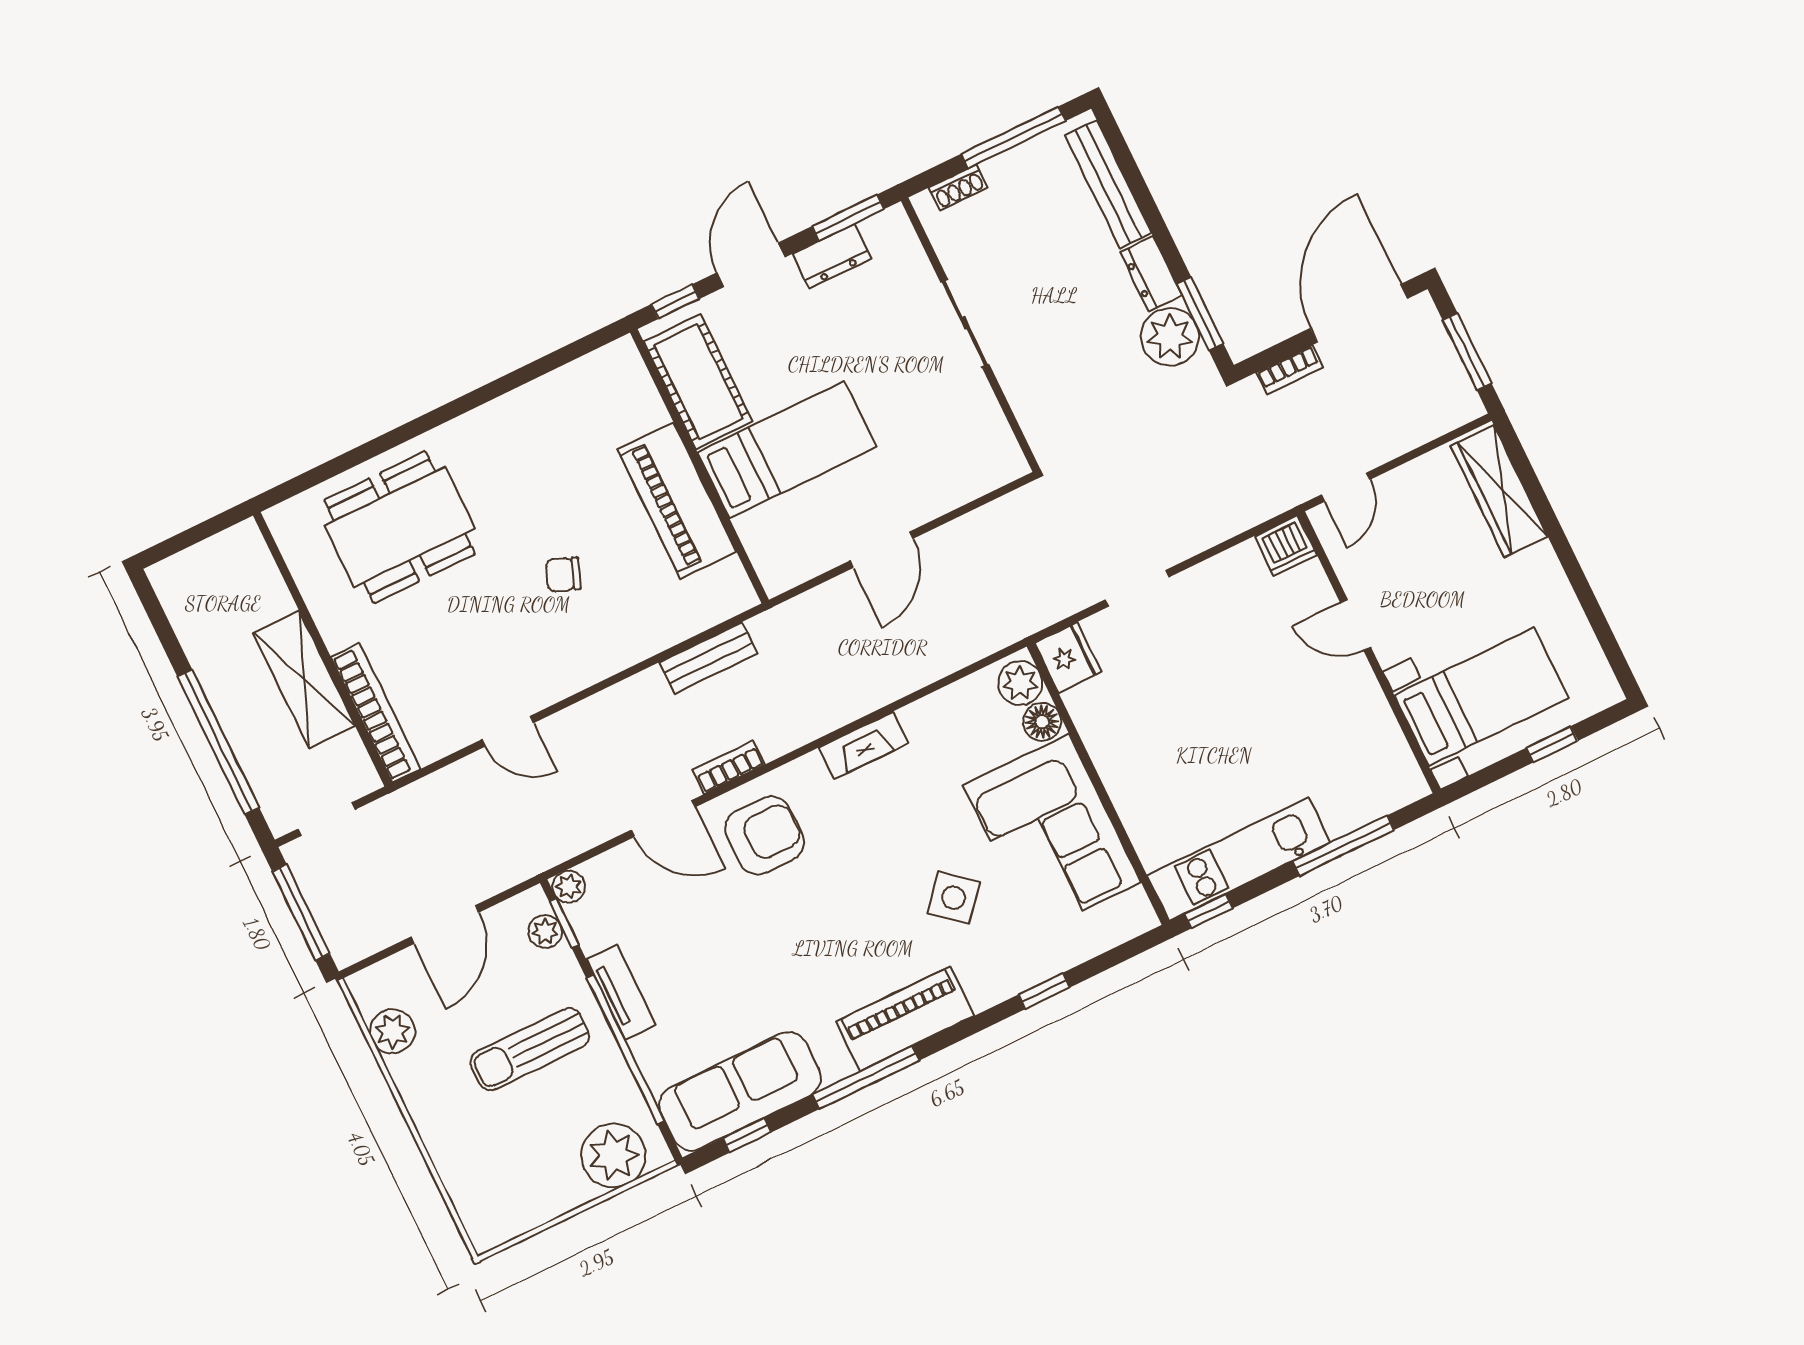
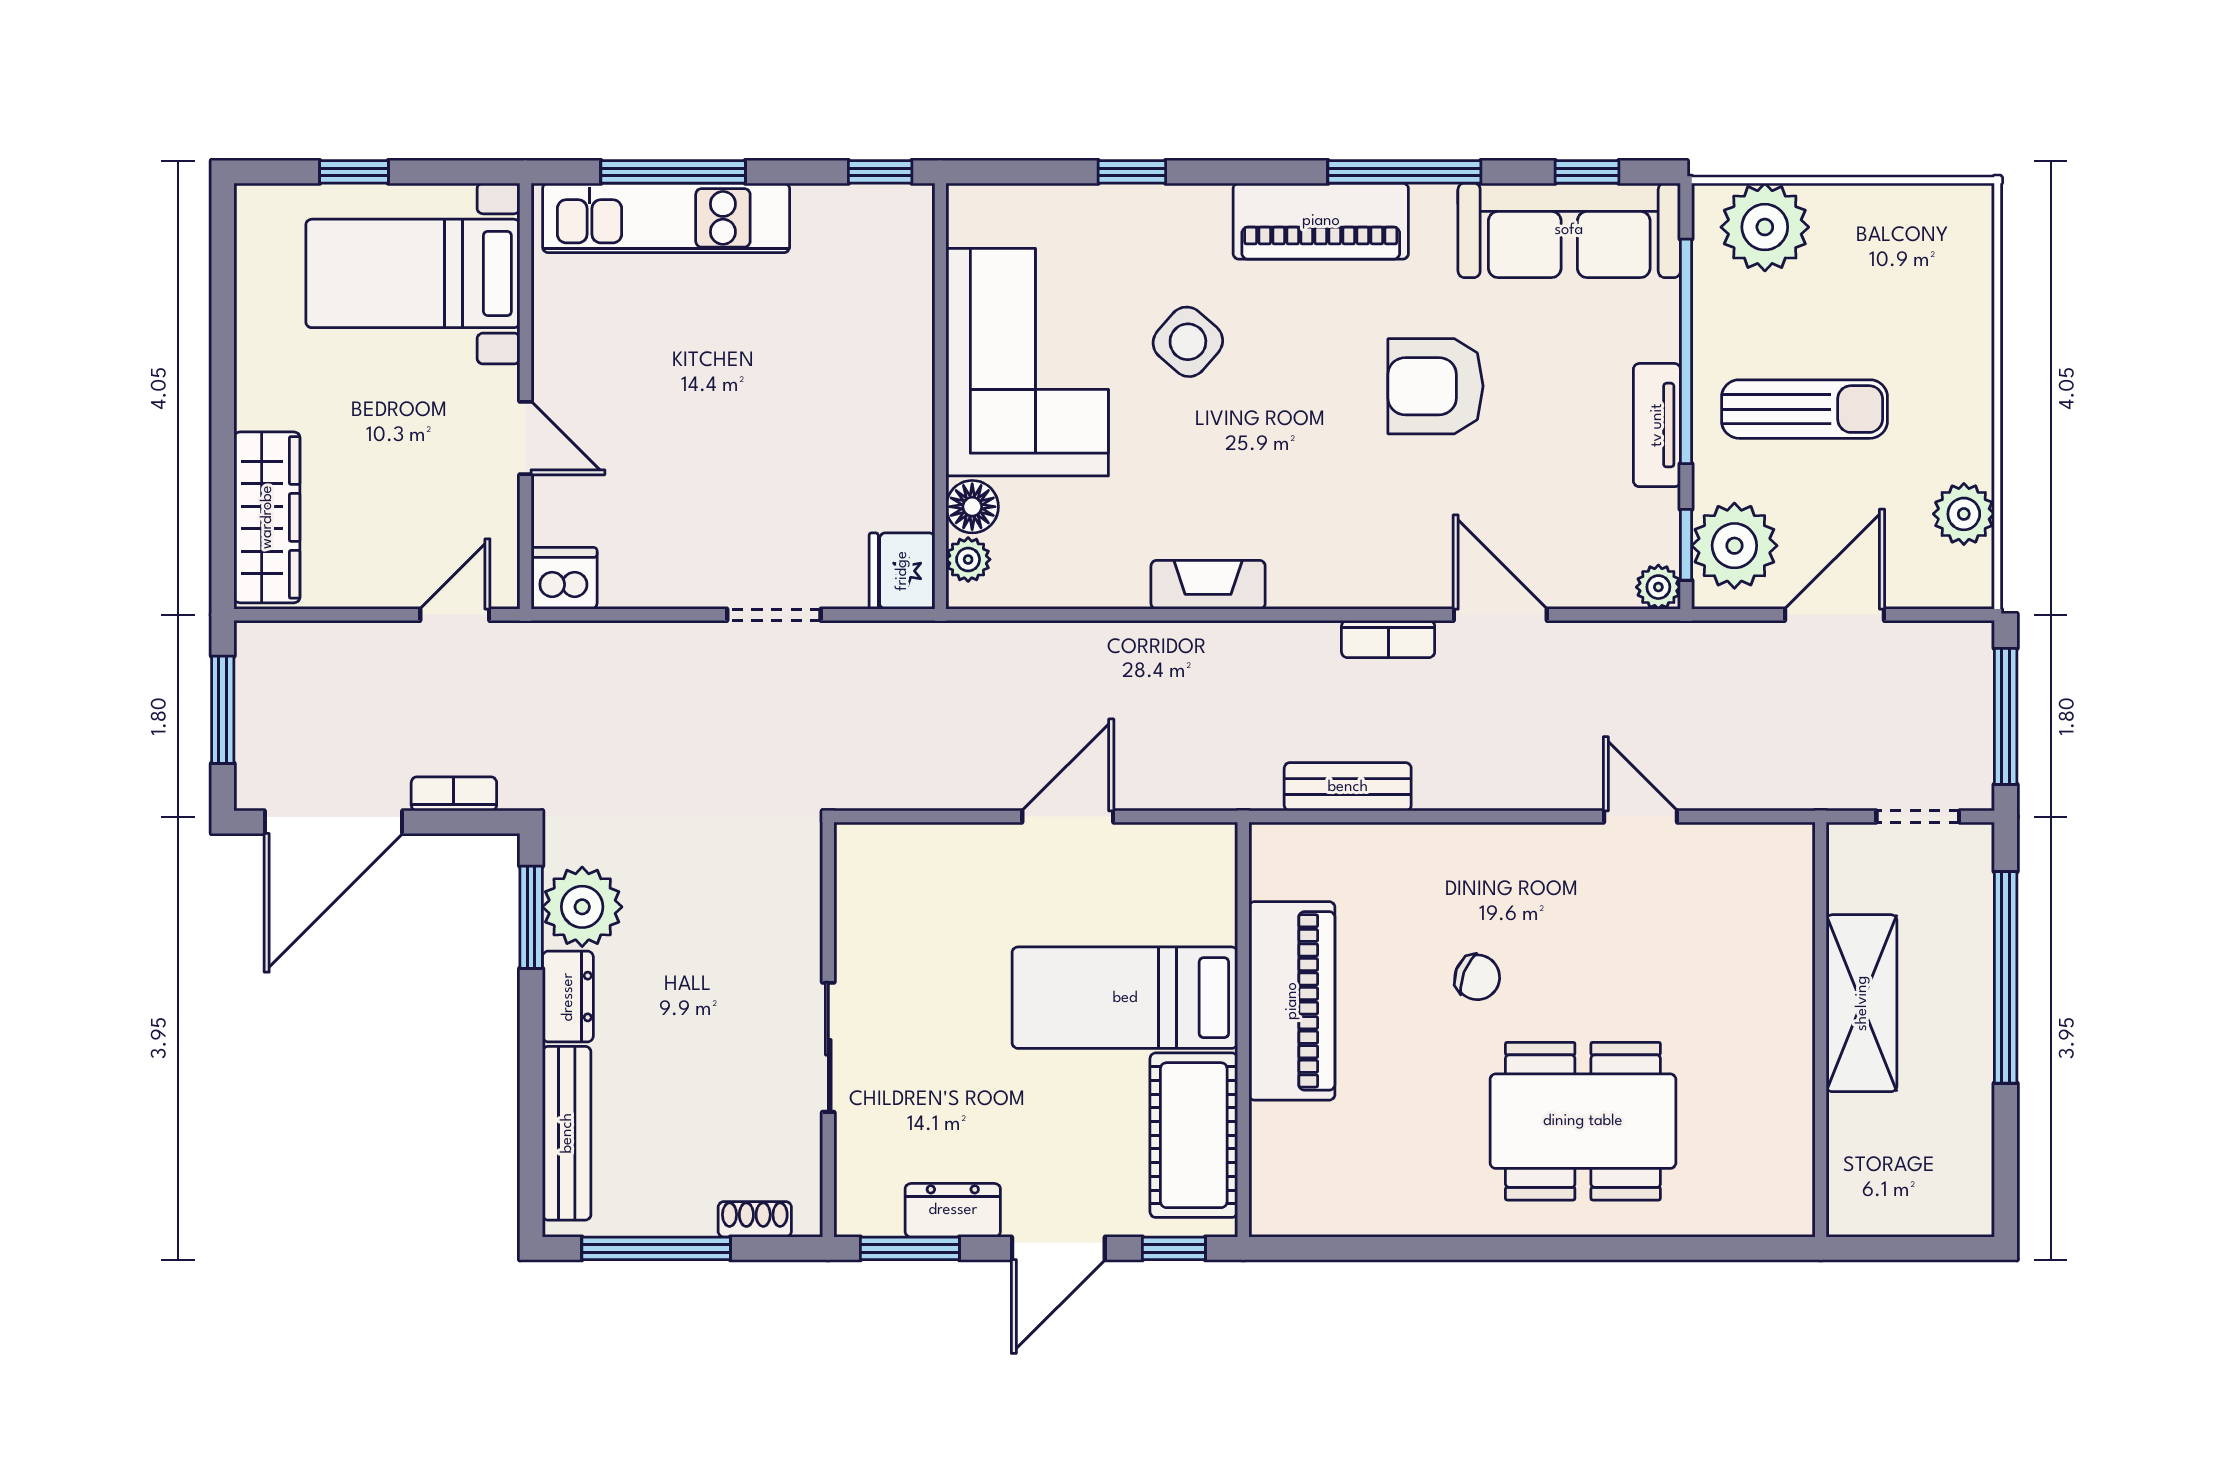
dining table: (400, 527) -> (1583, 1121), moved
plant: (1020, 683) -> (968, 559), width x0.73, depth x0.73
bookcase: (376, 713) -> (1793, 919), removed
armchair: (764, 835) -> (1435, 386), moved
kitchen unit: (1239, 859) -> (666, 218), moved
plant: (545, 932) -> (1734, 546), width x1.87, depth x1.87

